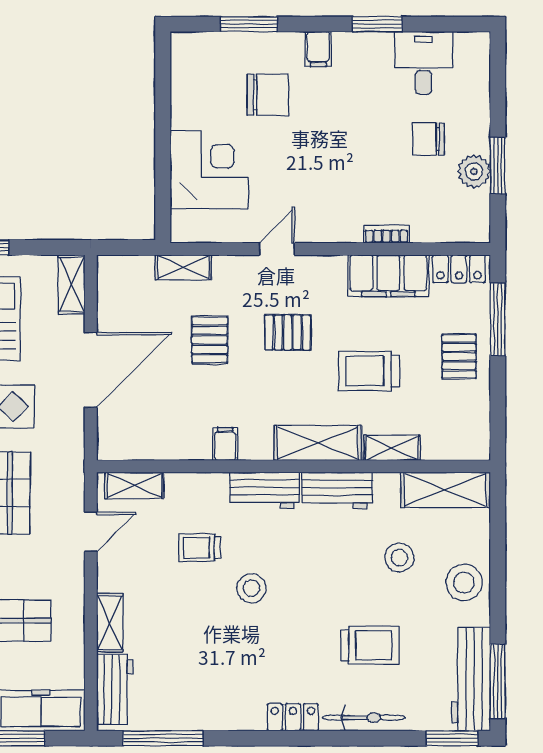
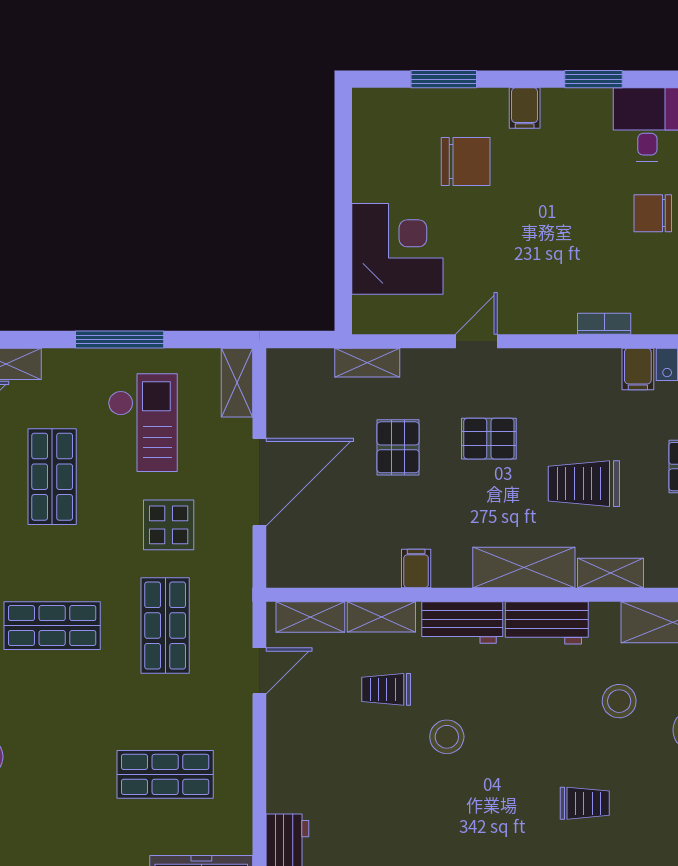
filing cabinet: (388, 276) -> (638, 369), width x0.33, depth x0.86
shelving: (110, 623) -> (381, 617), moved, turned 90
trolley: (370, 645) -> (585, 803), width x0.73, depth x0.72

